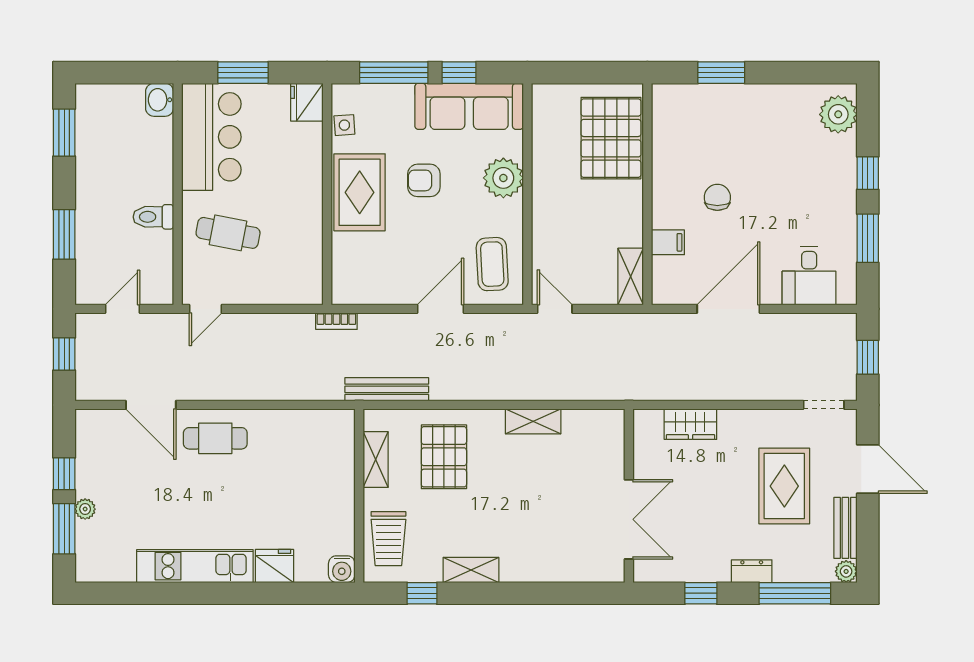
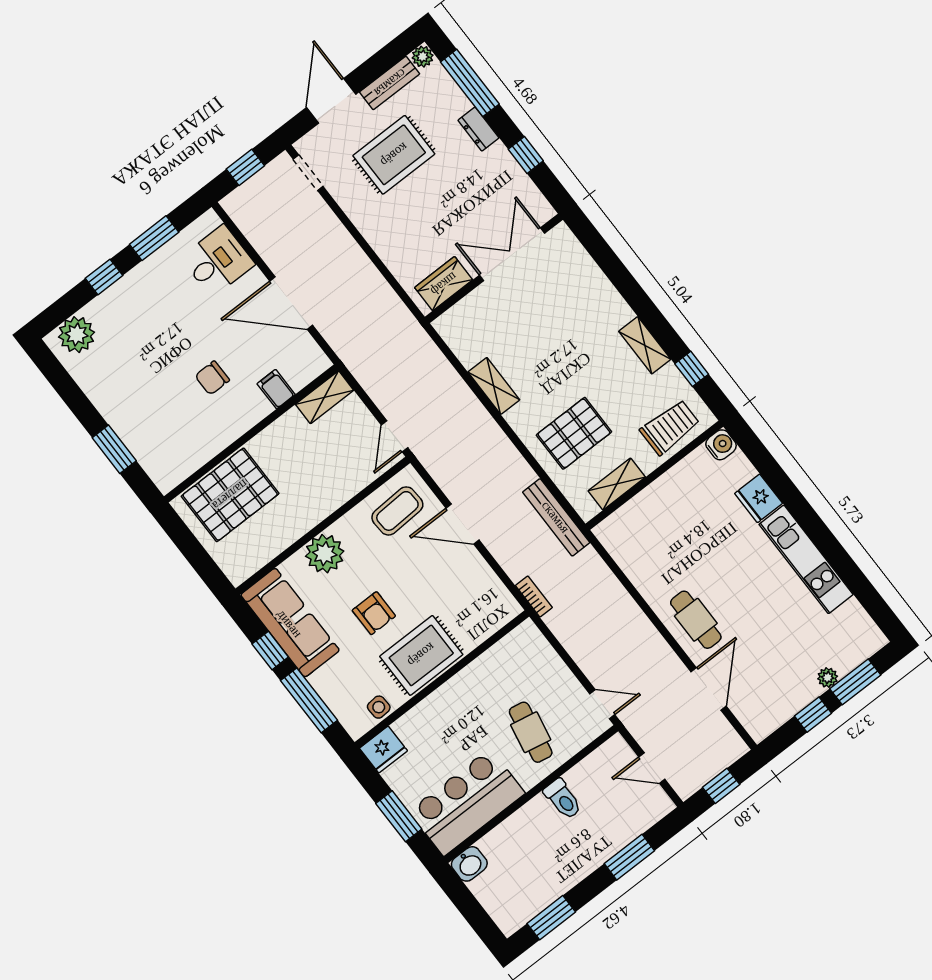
wardrobe: (690, 424) -> (444, 284), moved, turned -90

